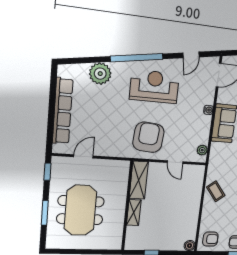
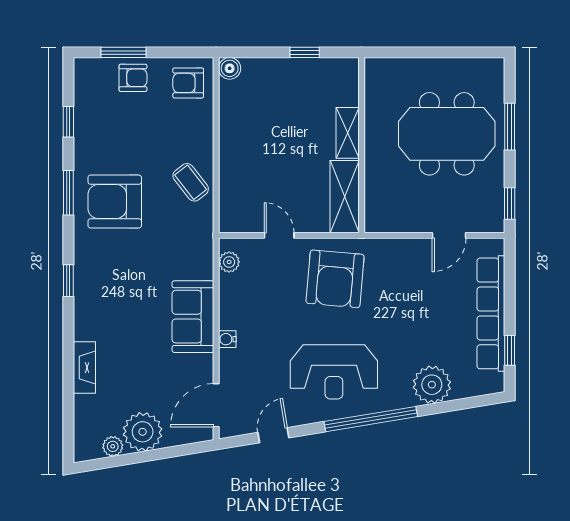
window: (53, 89) -> (510, 350), added
meeting table: (80, 210) -> (447, 134), turned 90

